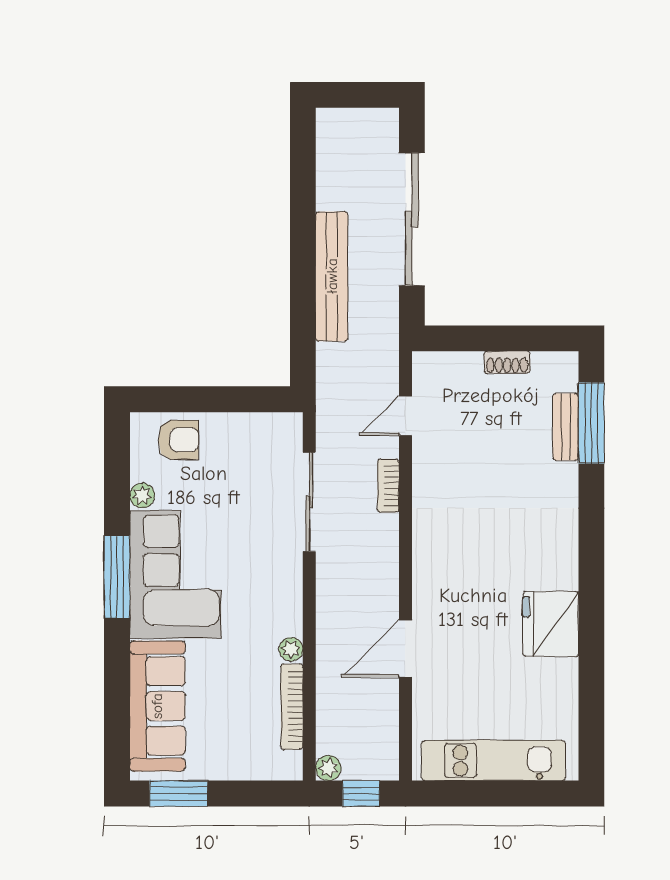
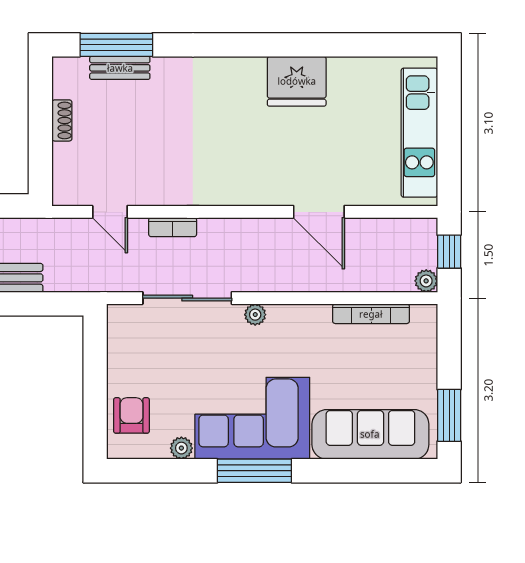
plant: (291, 649) -> (255, 315), moved

